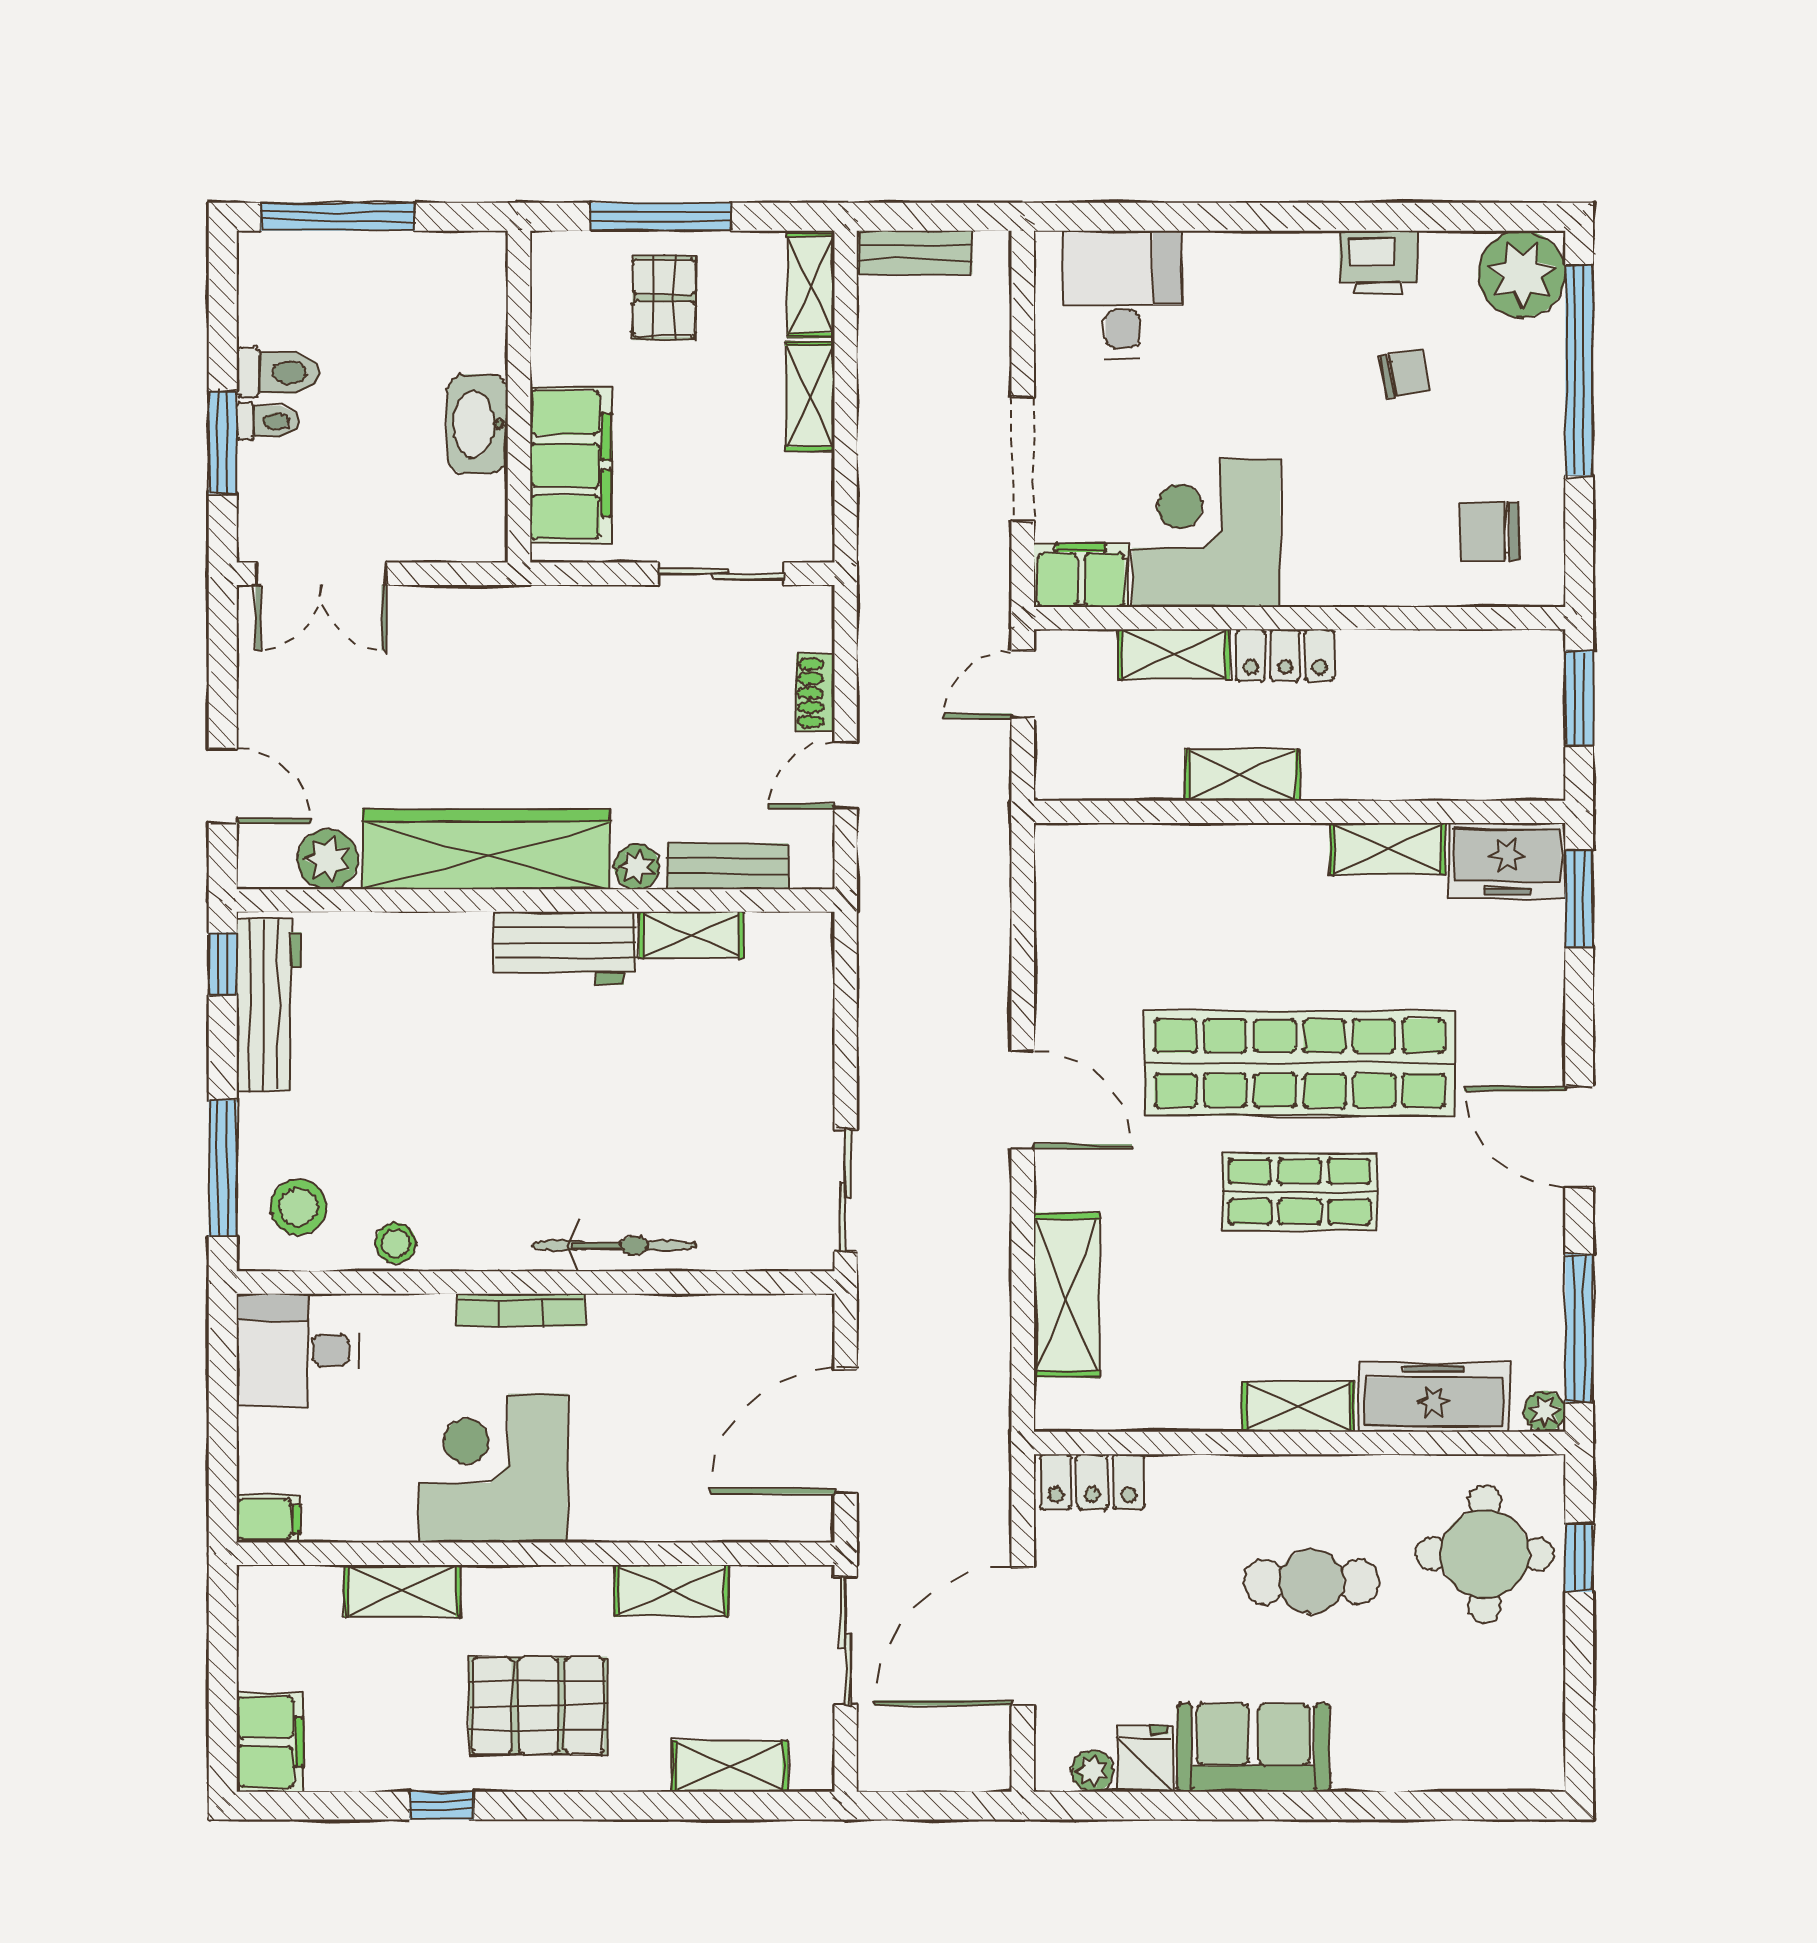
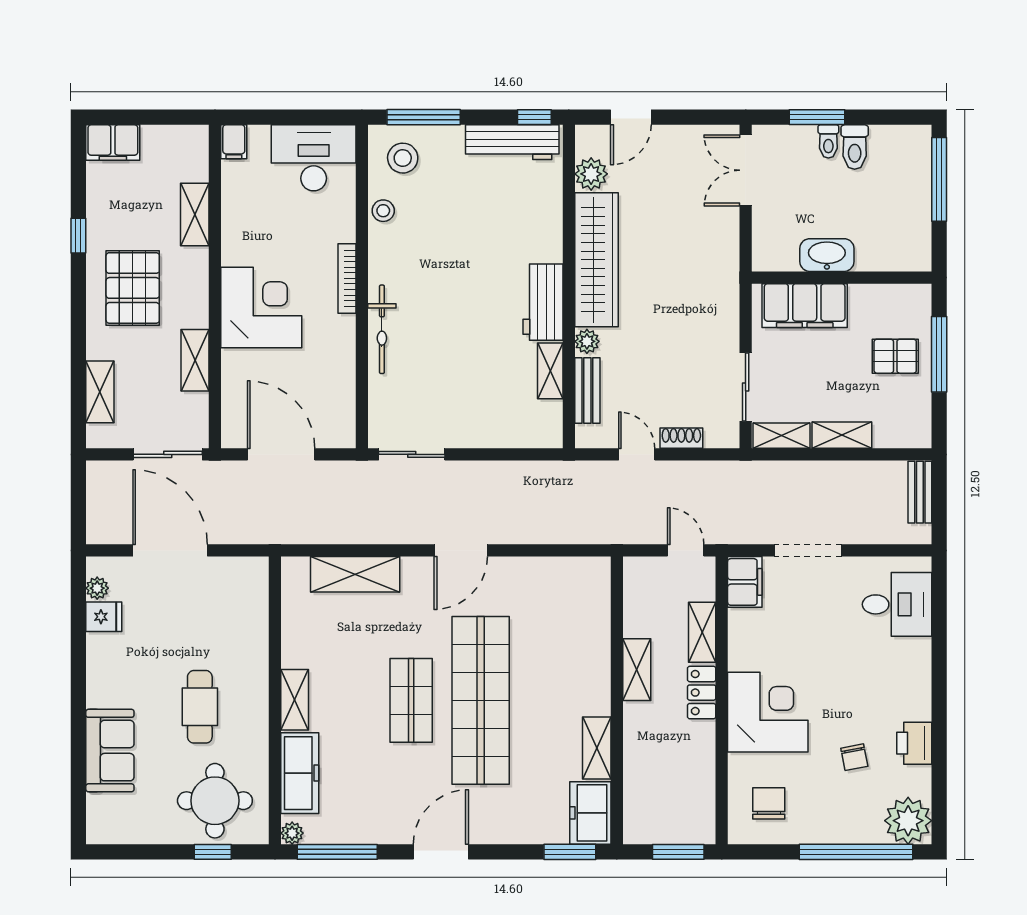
shelving: (811, 285) -> (781, 436), moved
corner desk: (1206, 533) -> (768, 712), moved
desk: (298, 1350) -> (314, 158), width x1.37
corner desk: (493, 1468) -> (261, 308), moved
locker: (1092, 1482) -> (254, 588), removed
sofa: (1253, 1748) -> (110, 751), moved

